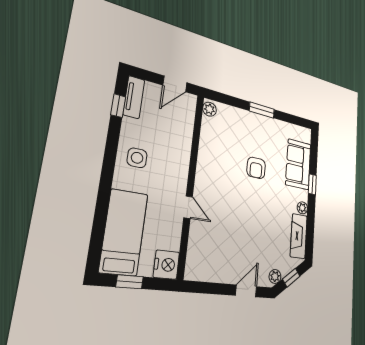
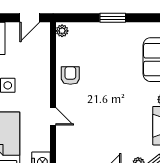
armchair: (256, 168) -> (70, 75), moved, turned 180

